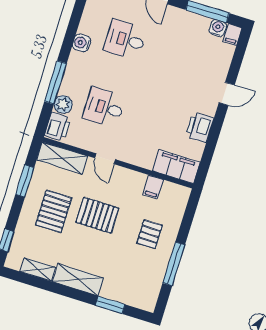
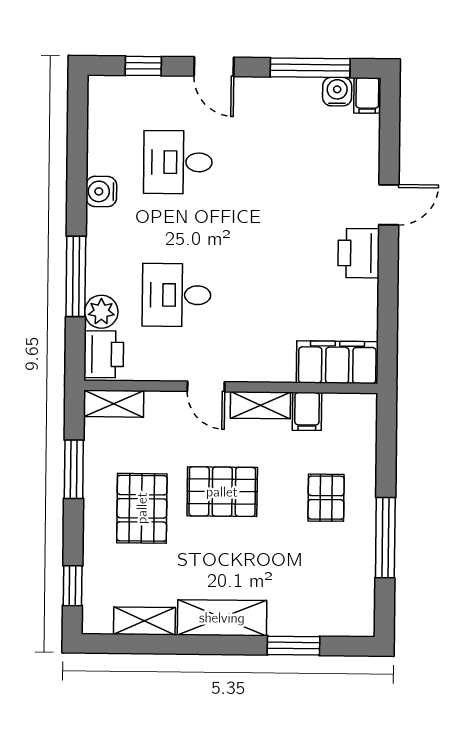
printer: (200, 127) -> (359, 253), moved
shelving: (62, 158) -> (114, 404), width x0.67, depth x0.75
shelving: (130, 177) -> (260, 405), added

